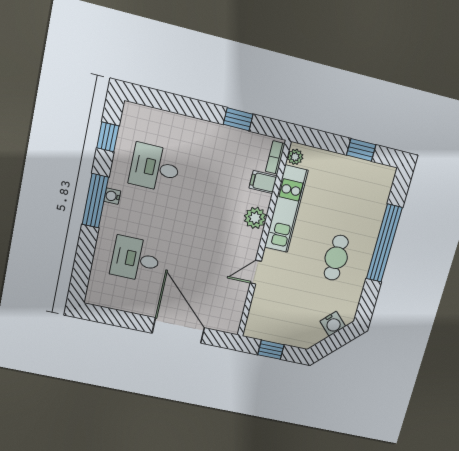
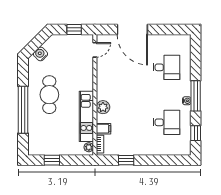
cafe table: (336, 258) -> (49, 95), width x1.37, depth x1.35
door: (256, 272) -> (95, 50), moved

